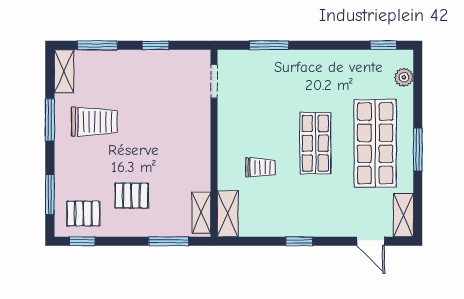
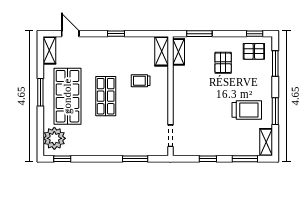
plant: (404, 77) -> (54, 138), width x1.88, depth x1.88
trolley: (94, 122) -> (247, 110), turned 180
pallet: (132, 196) -> (223, 63), turned 90

